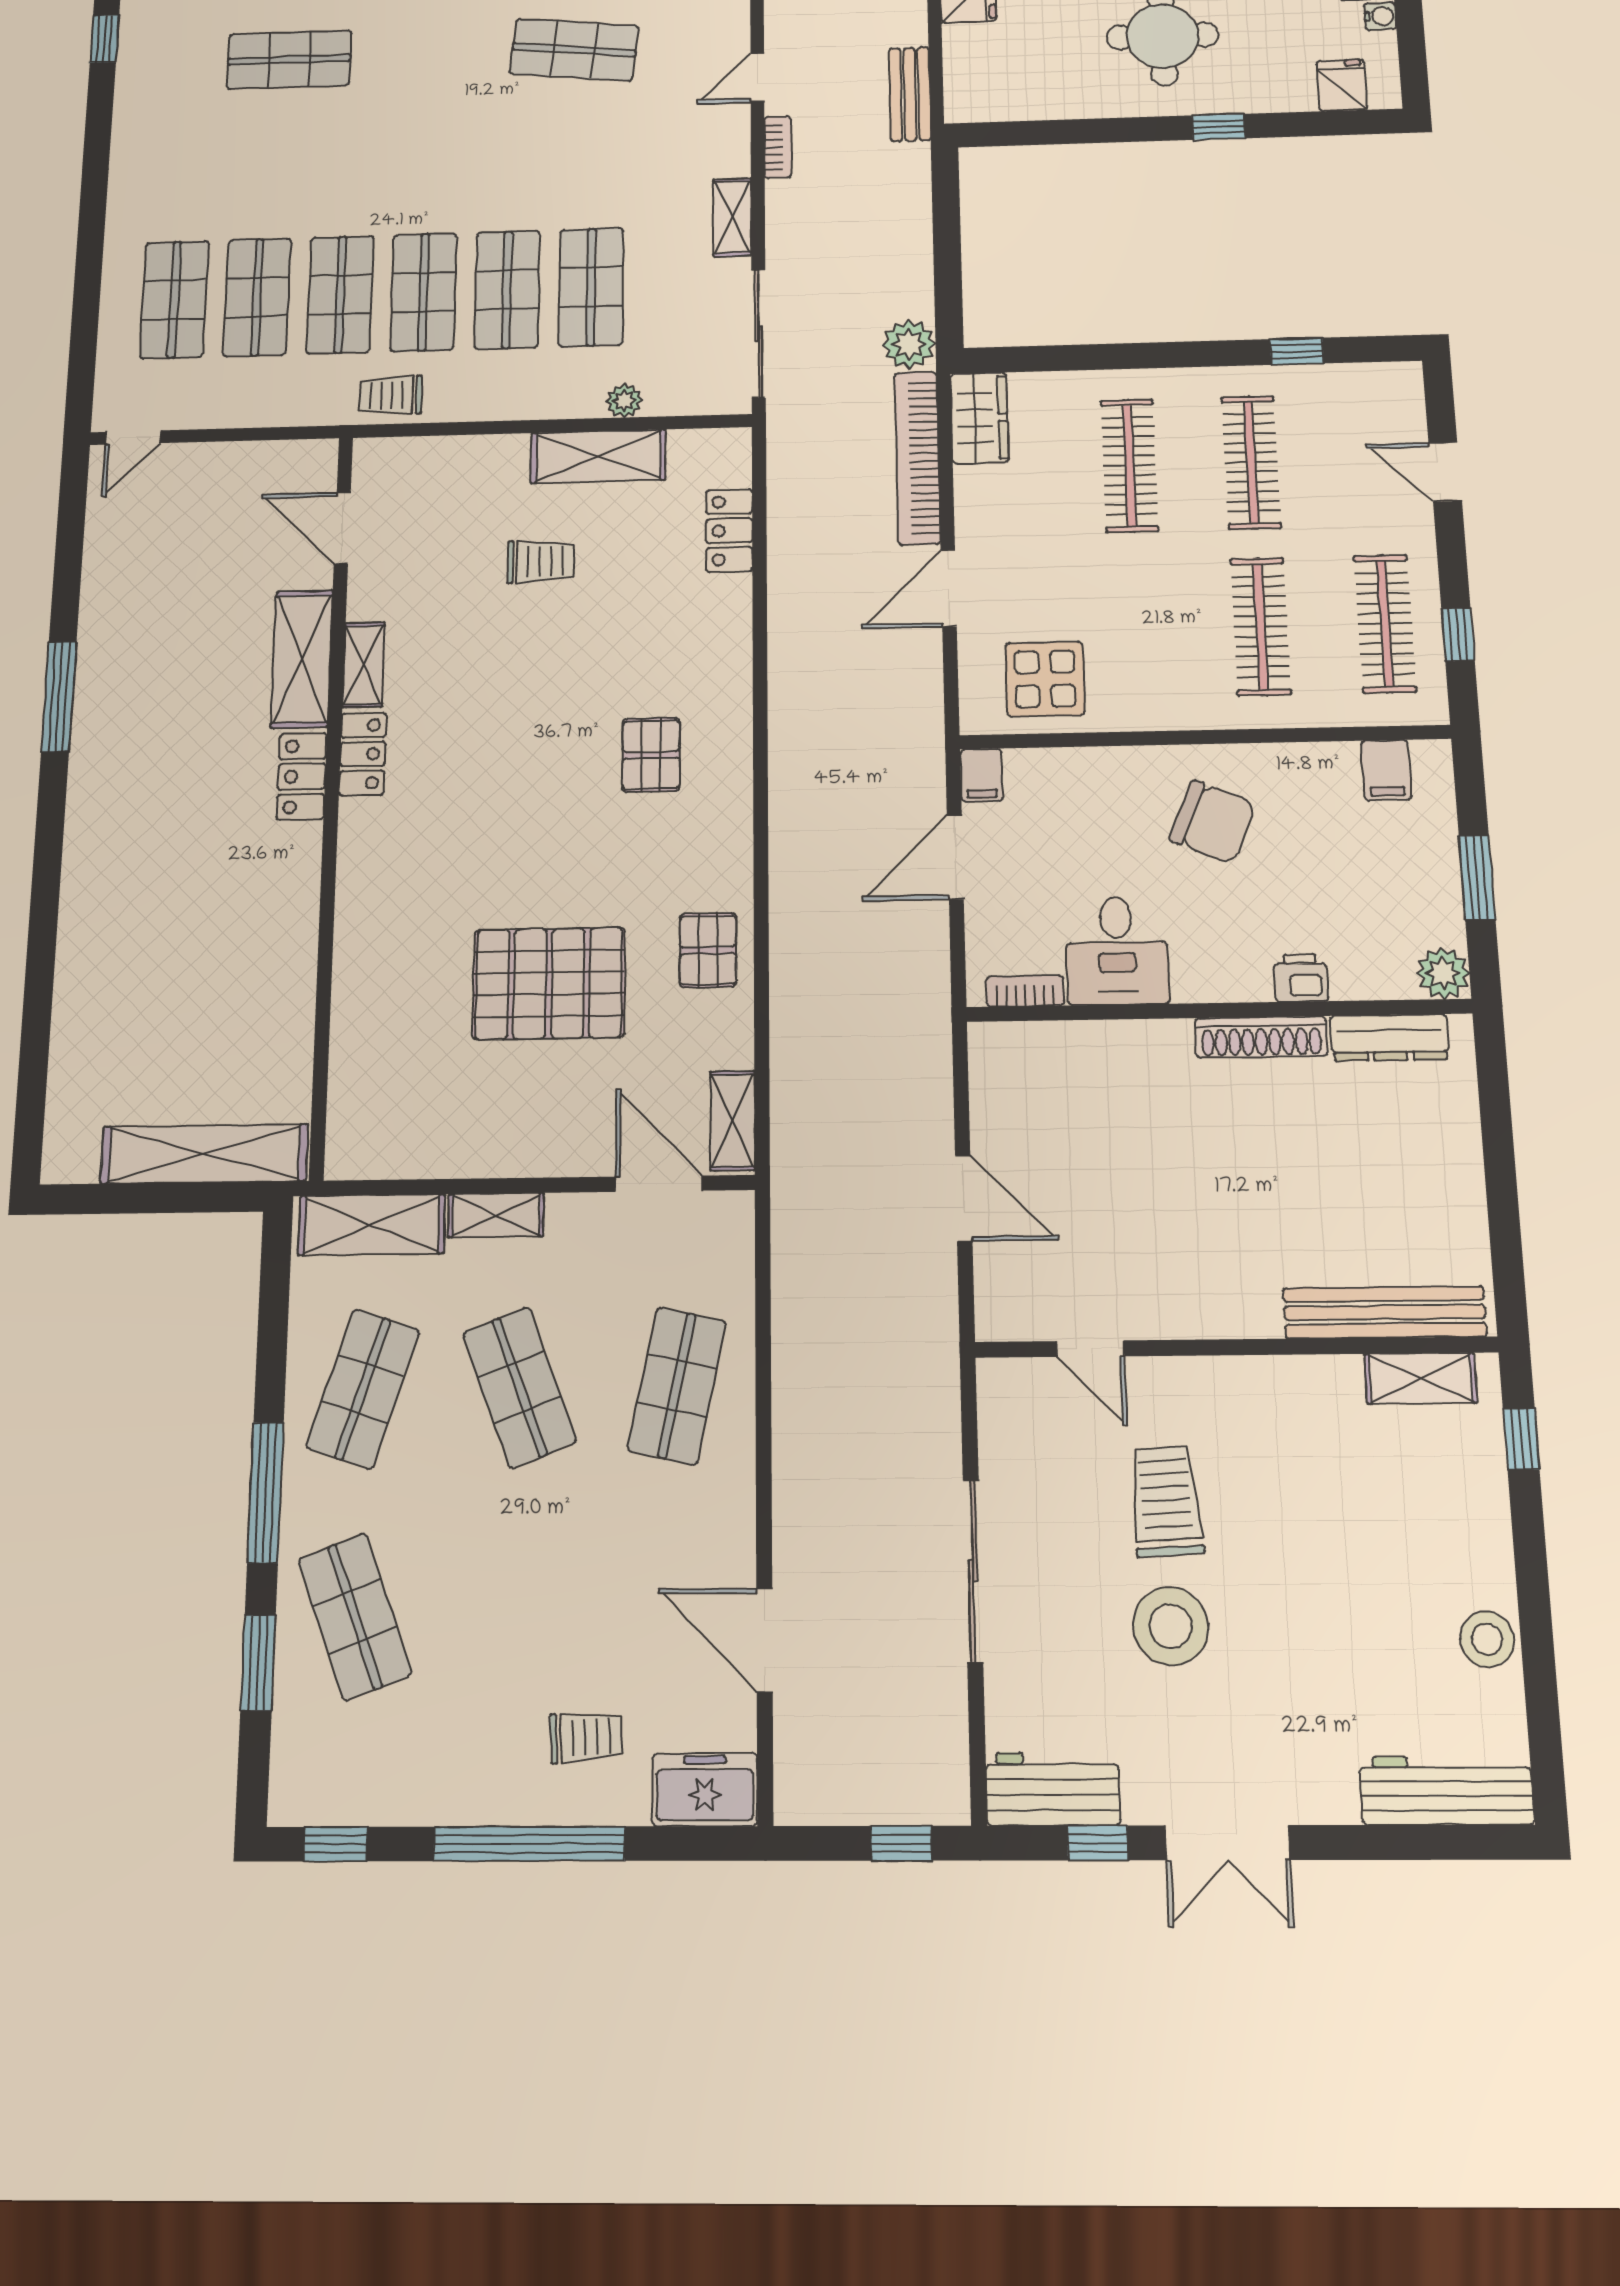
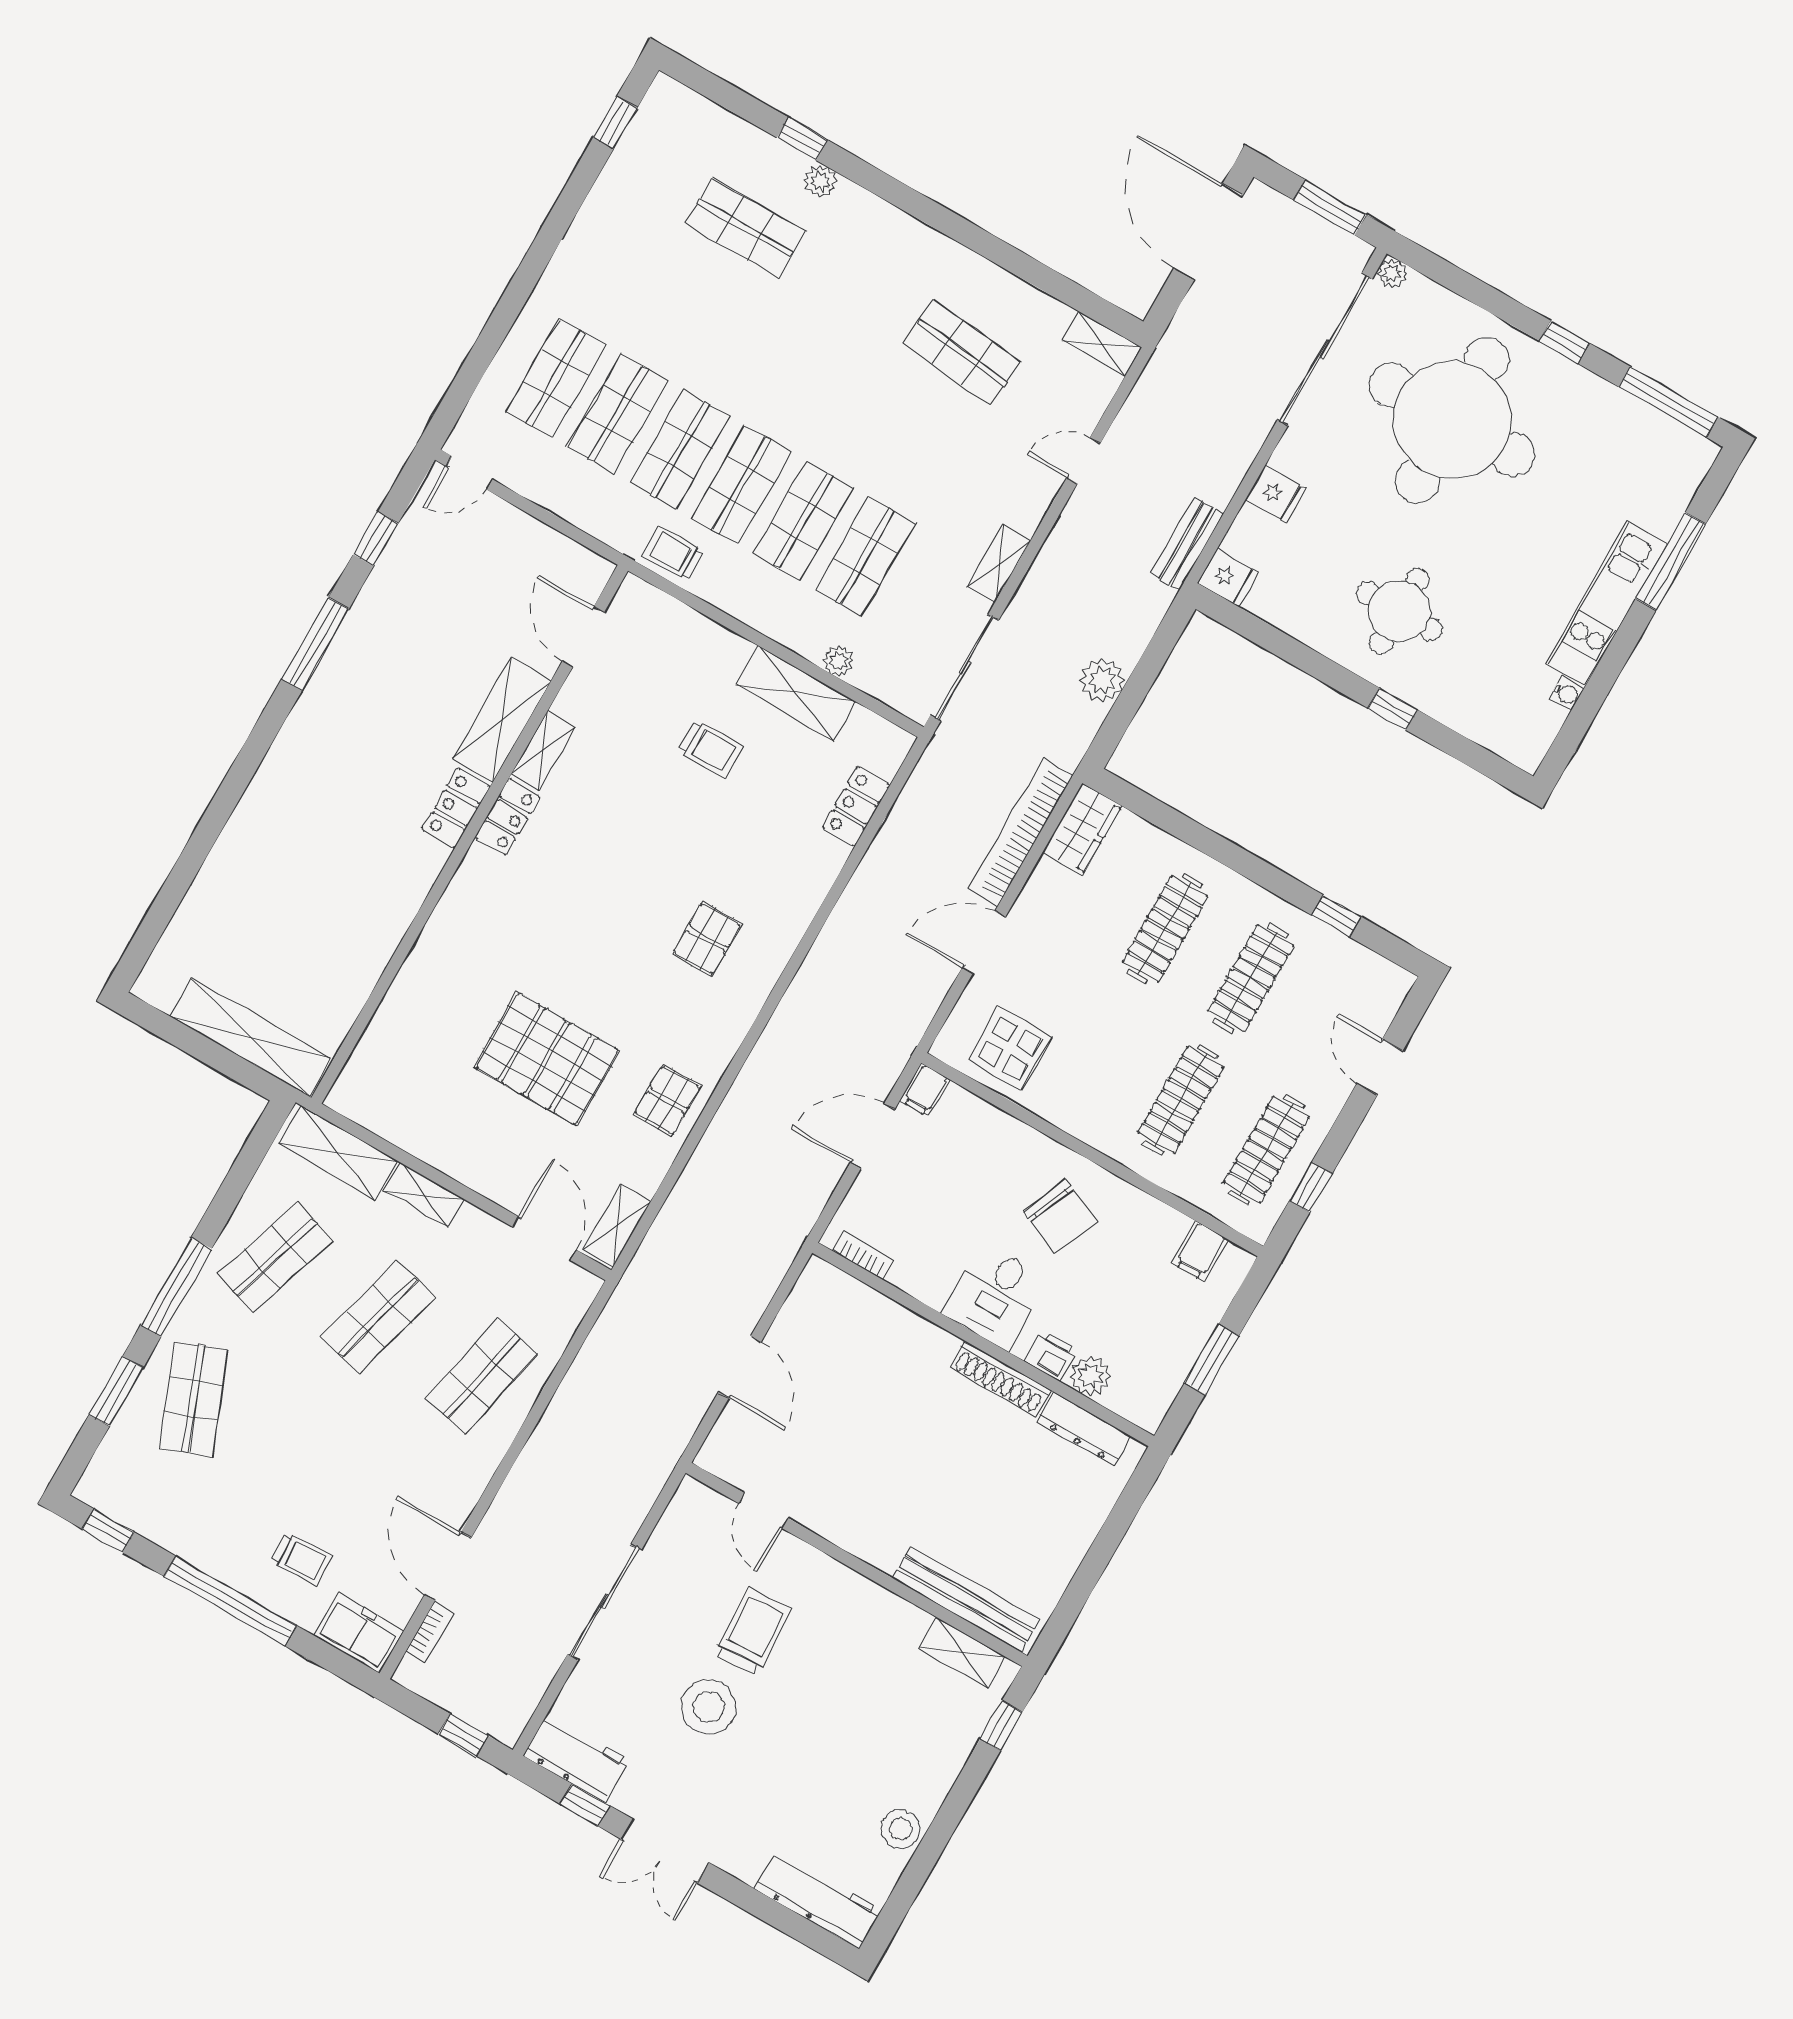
fridge: (1342, 85) -> (1228, 578), moved, turned 90
bookcase: (778, 147) -> (430, 1632), moved
plant: (909, 344) -> (1102, 680), moved
window: (69, 556) -> (376, 539), added
desk: (1117, 951) -> (996, 1296), moved
plant: (1443, 973) -> (1090, 1376), moved
shop shelf: (519, 1387) -> (378, 1317), turned 36

